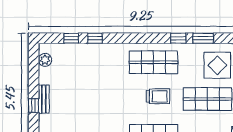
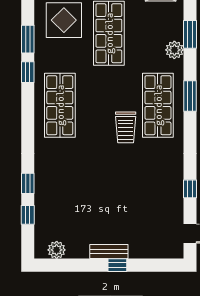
trolley: (158, 96) -> (126, 127), moved, turned 180

